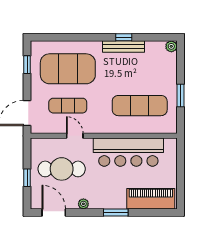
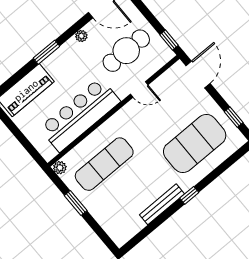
window: (124, 37) -> (189, 195), moved
plant: (171, 46) -> (60, 168), moved
exercise mat: (68, 106) -> (168, 111), removed
window: (27, 178) -> (169, 40), moved

